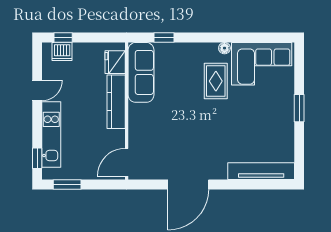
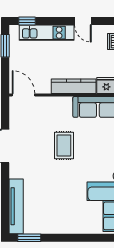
rug: (216, 81) -> (64, 146), moved, turned 90
window: (299, 108) -> (29, 238), moved

